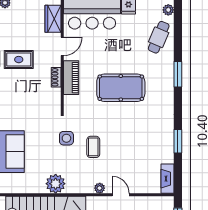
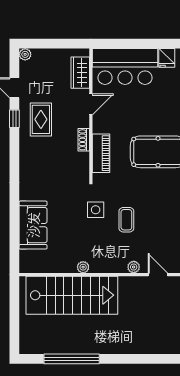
rug: (19, 60) -> (41, 119), turned 90
piano: (71, 78) -> (101, 153), moved
plant: (56, 184) -> (83, 267), width x0.53, depth x0.53

